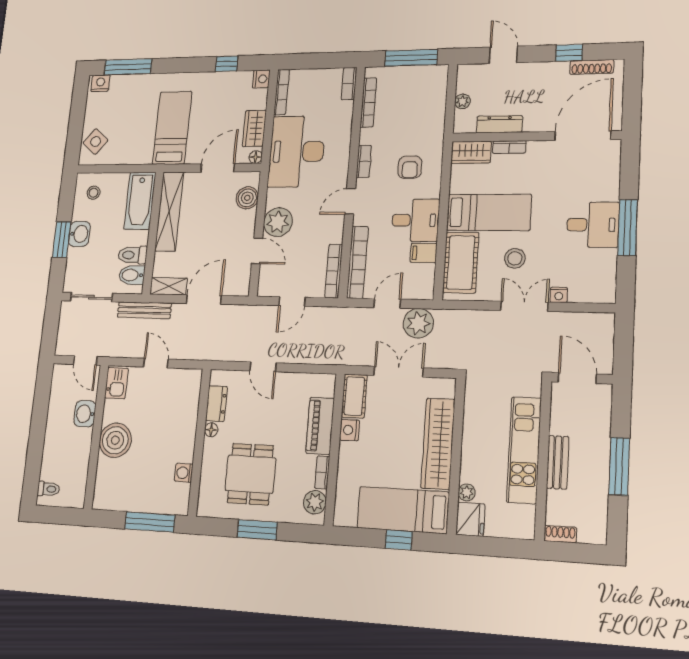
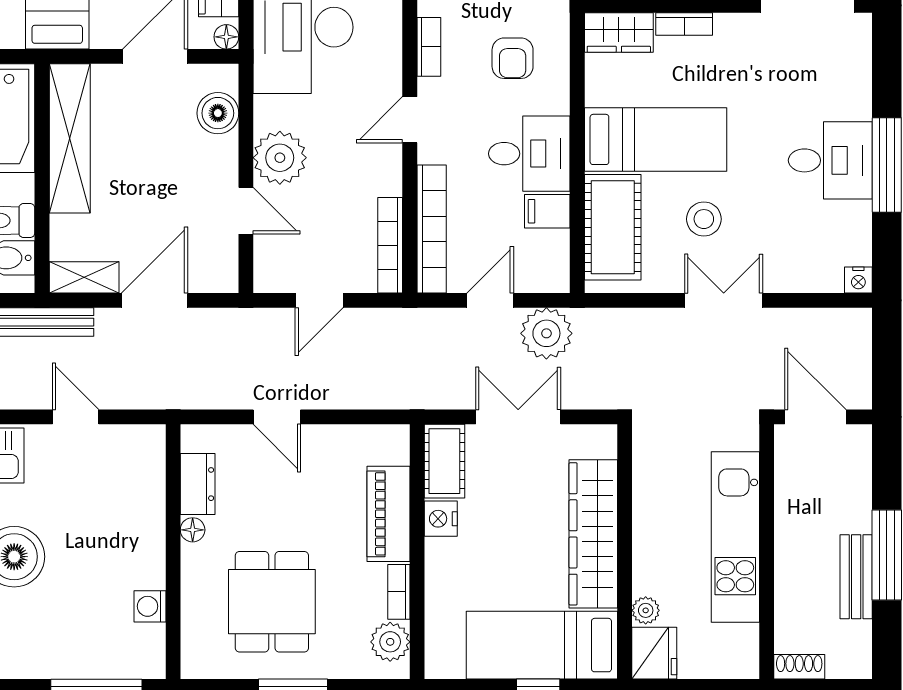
nightstand: (559, 295) -> (858, 280), moved
bench: (558, 462) -> (856, 577), moved

